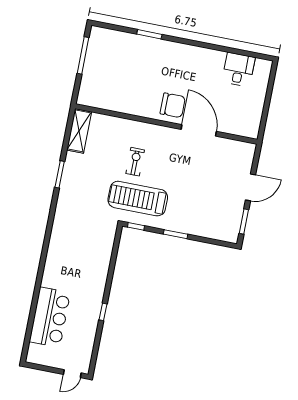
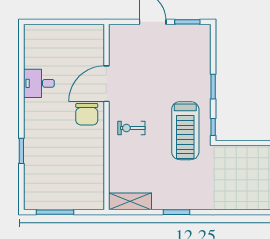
desk: (239, 70) -> (39, 83), moved
chair: (173, 105) -> (87, 114), turned 180
exercise bike: (135, 162) -> (131, 128), moved

